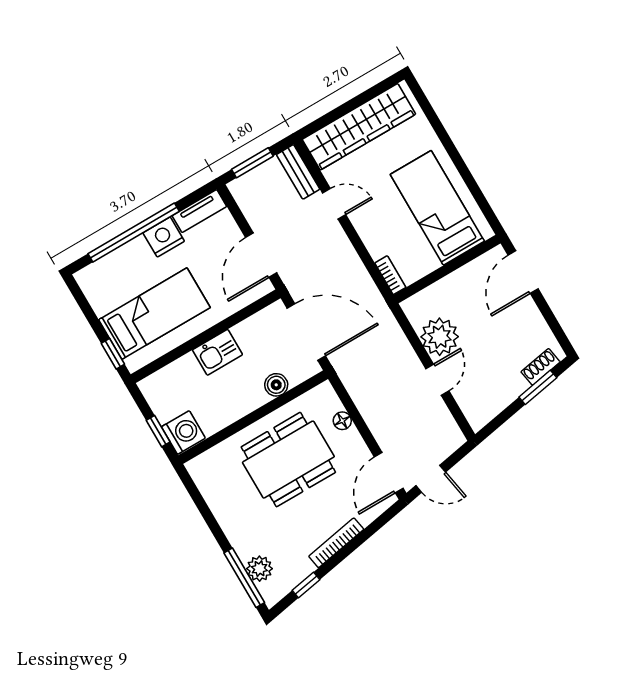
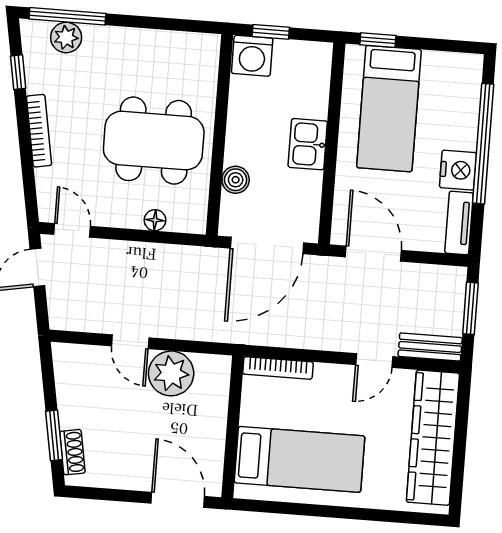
bookcase: (390, 275) -> (278, 368), width x1.56
dining table: (288, 460) -> (154, 141), turned 90
door: (389, 473) -> (72, 230), width x0.73

